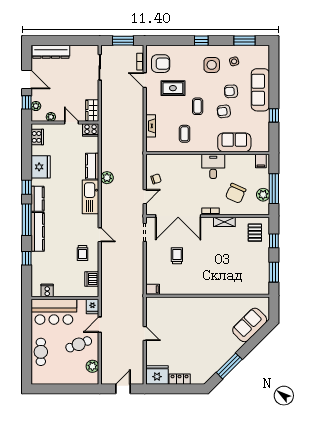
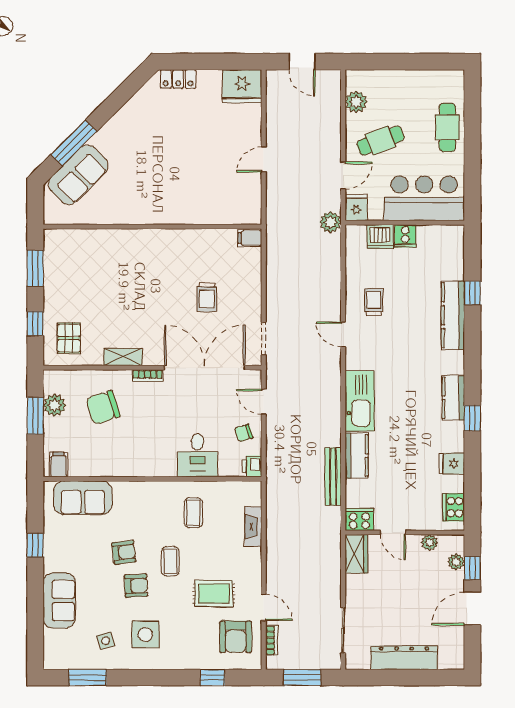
window: (201, 41) -> (212, 678), moved
dresser: (51, 52) -> (404, 658), moved
armchair: (161, 64) -> (236, 637), turned -90
door: (27, 79) -> (472, 609), hinge flipped
sofa: (260, 90) -> (59, 600), width x0.73
armchair: (231, 91) -> (136, 586), moved
sofa: (234, 142) -> (83, 498), moved
bench: (105, 154) -> (333, 477), added
printer: (151, 160) -> (252, 466), added
desk: (213, 166) -> (197, 455), moved
fridge: (41, 167) -> (452, 464), width x0.53, depth x0.75
plant: (107, 178) -> (330, 222), moved
window: (274, 189) -> (35, 416), width x0.69
chair: (236, 193) -> (103, 408), turned -132
door: (145, 197) -> (264, 402), hinge flipped
window: (27, 220) -> (472, 361), removed
kitchen counter: (38, 232) -> (453, 315), moved
dishwasher: (92, 279) -> (380, 237), moved, turned 90
cooker: (47, 290) -> (405, 236), moved
door: (145, 334) -> (264, 160), hinge flipped
window: (229, 366) -> (74, 143), moved
locker: (180, 379) -> (178, 79), moved
door: (123, 389) -> (302, 62), hinge flipped

